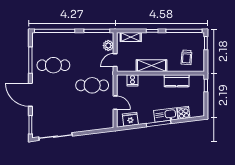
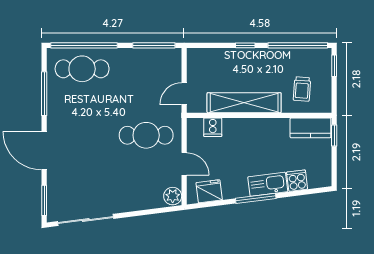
shelving: (131, 37) -> (210, 55), removed
plant: (108, 46) -> (173, 196), moved
cafe table: (53, 65) -> (82, 69), moved
shelving: (152, 66) -> (244, 103), width x1.47
kitchen counter: (177, 81) -> (310, 128), moved

